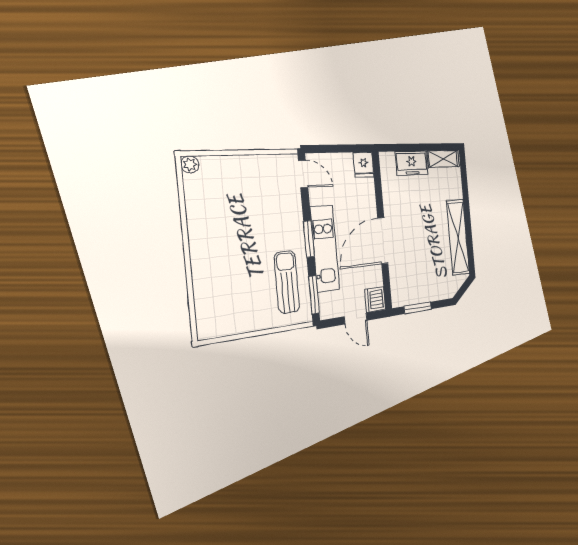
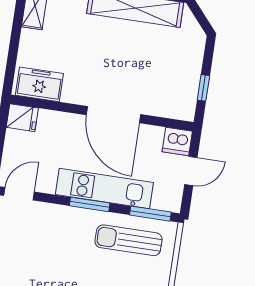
freezer: (412, 163) -> (39, 84), moved, turned -90
window: (418, 308) -> (203, 88), width x0.67

